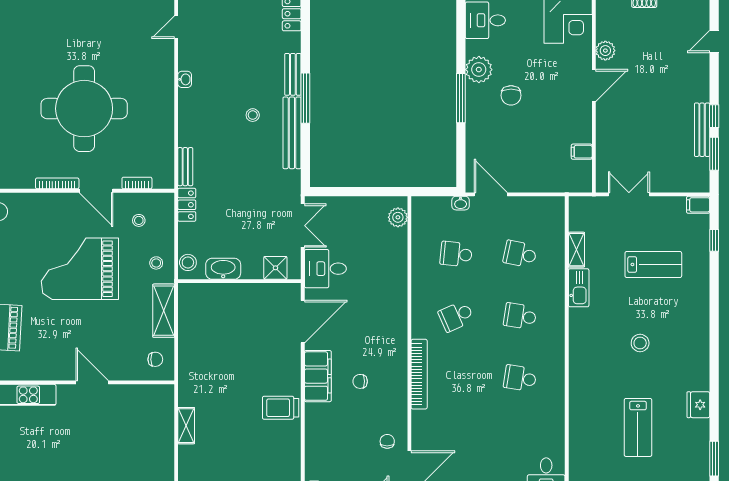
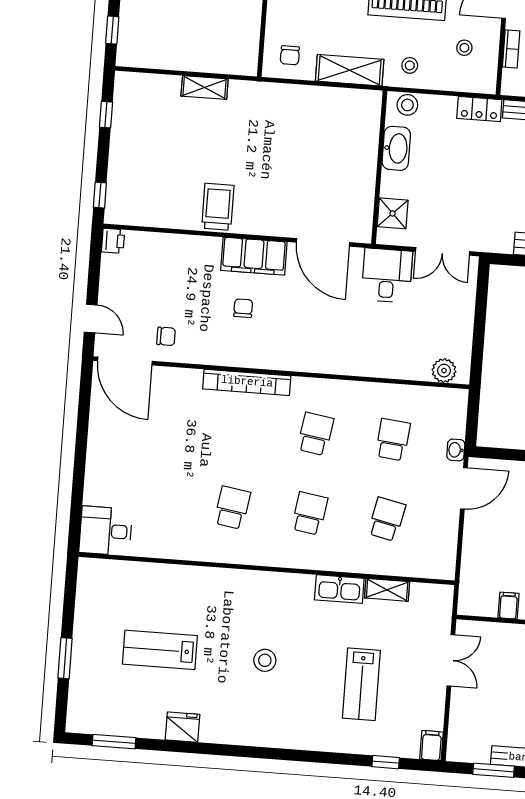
school desk: (456, 316) -> (315, 434), turned 33

